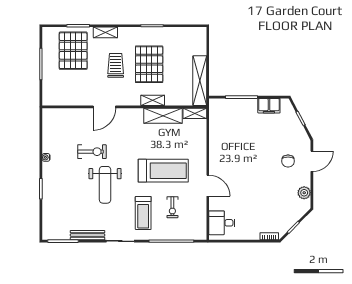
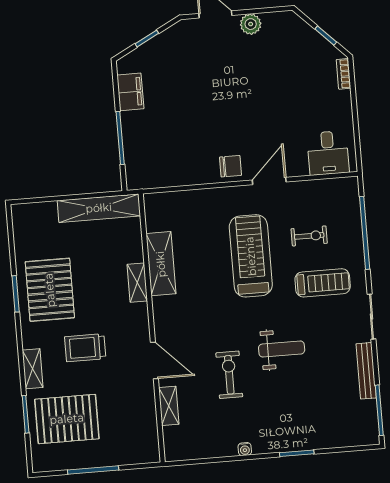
pallet: (149, 64) -> (50, 290), moved, turned 90
shelving: (195, 113) -> (169, 406), moved
chair: (288, 161) -> (231, 166), moved
weight bench: (105, 185) -> (282, 349), width x0.73, depth x0.75
plant: (304, 193) -> (251, 24), moved

